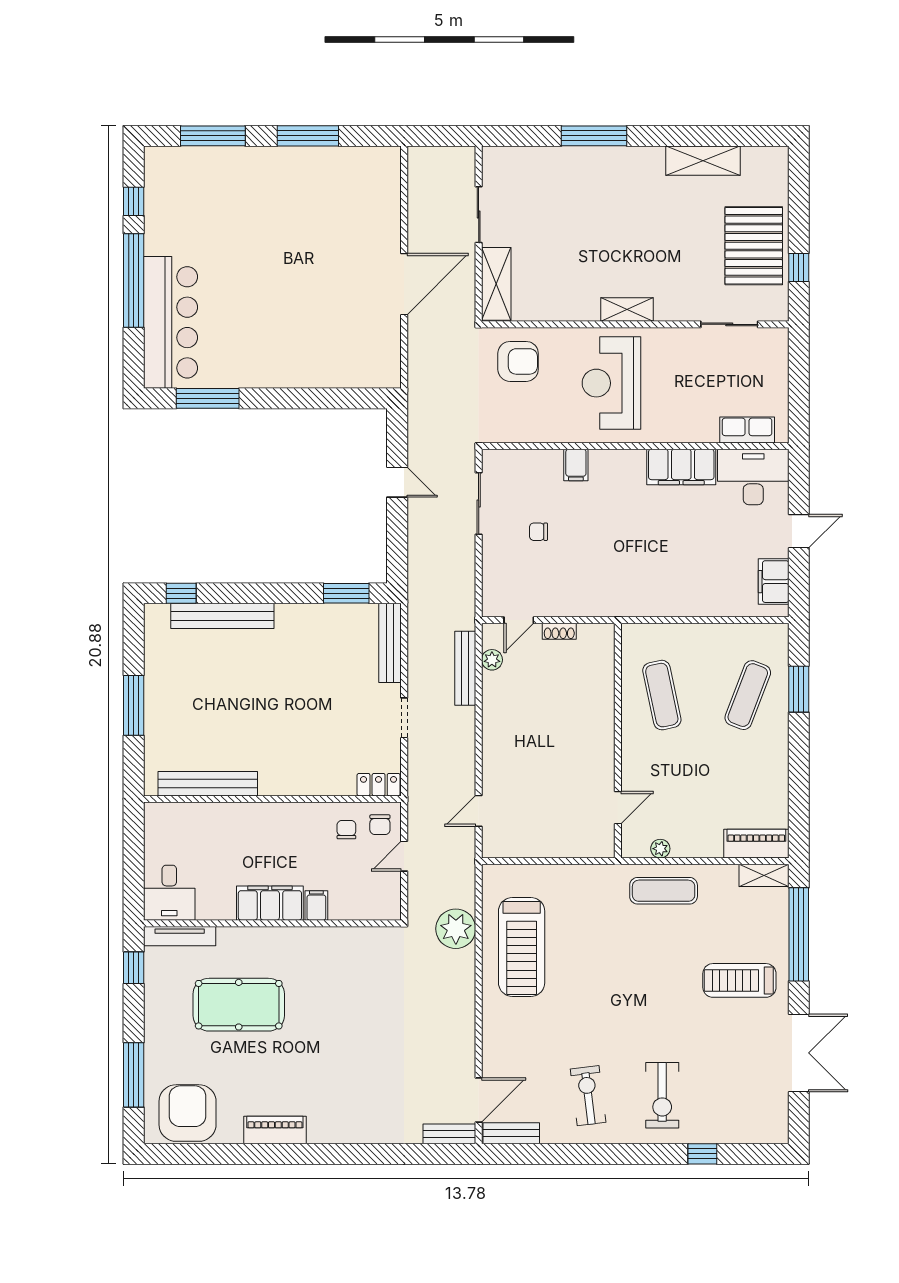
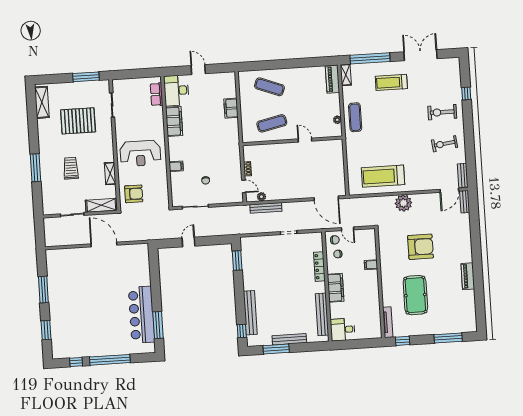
window: (213, 136) -> (46, 330), width x0.69
shelving: (703, 161) -> (42, 102), moved
trolley: (588, 218) -> (71, 168), added
pallet: (754, 246) -> (78, 121), moved
window: (799, 267) -> (86, 77), width x2.17
shelving: (627, 310) -> (110, 174), moved
bar counter: (170, 322) -> (142, 315), moved, turned -90
armchair: (518, 361) -> (134, 194), turned 90
filing cabinet: (774, 582) -> (231, 108), moved, turned 90
bench: (390, 643) -> (289, 339), moved
window: (799, 689) -> (266, 65), removed
window: (134, 705) -> (276, 349), moved
locker: (379, 785) -> (319, 267), moved, width x1.53
door: (618, 808) -> (305, 140), moved
door: (479, 811) -> (326, 198), width x1.87
desk: (169, 893) -> (343, 330), moved, turned 180
filing cabinet: (270, 903) -> (336, 288), moved, turned 180
plant: (456, 929) -> (403, 203), moved
treadmill: (522, 947) -> (383, 176), turned 180
treadmill: (739, 980) -> (391, 82), turned 90
exercise bike: (662, 1095) -> (442, 112), turned 180
door: (479, 1100) -> (449, 190), swing flipped
armchair: (188, 1113) -> (420, 247), moved, turned 180

